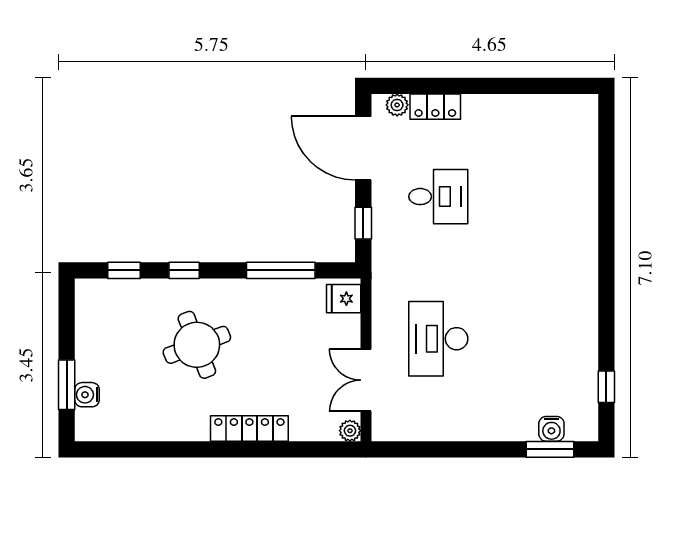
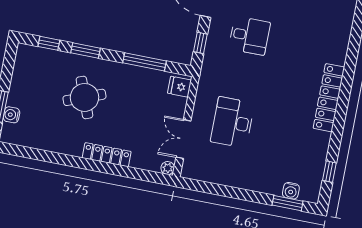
window: (184, 270) -> (86, 50), width x1.50
locker: (583, 270) -> (329, 98), added

